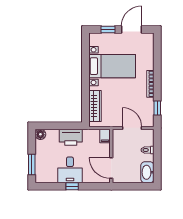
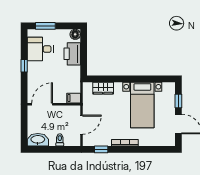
wardrobe: (95, 106) -> (103, 88), width x0.67
printer: (71, 137) -> (72, 54), moved
desk: (70, 170) -> (40, 49), moved

